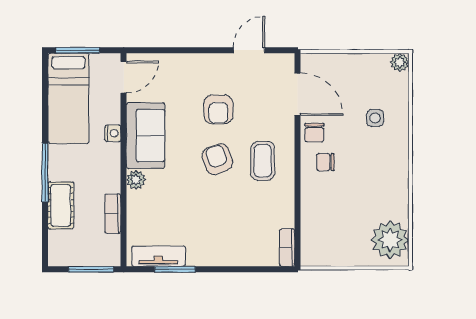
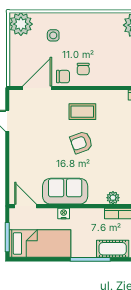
plant: (400, 62) -> (21, 24), width x1.87, depth x1.87
armchair: (218, 109) -> (47, 142), removed
plant: (136, 180) -> (113, 198), moved

